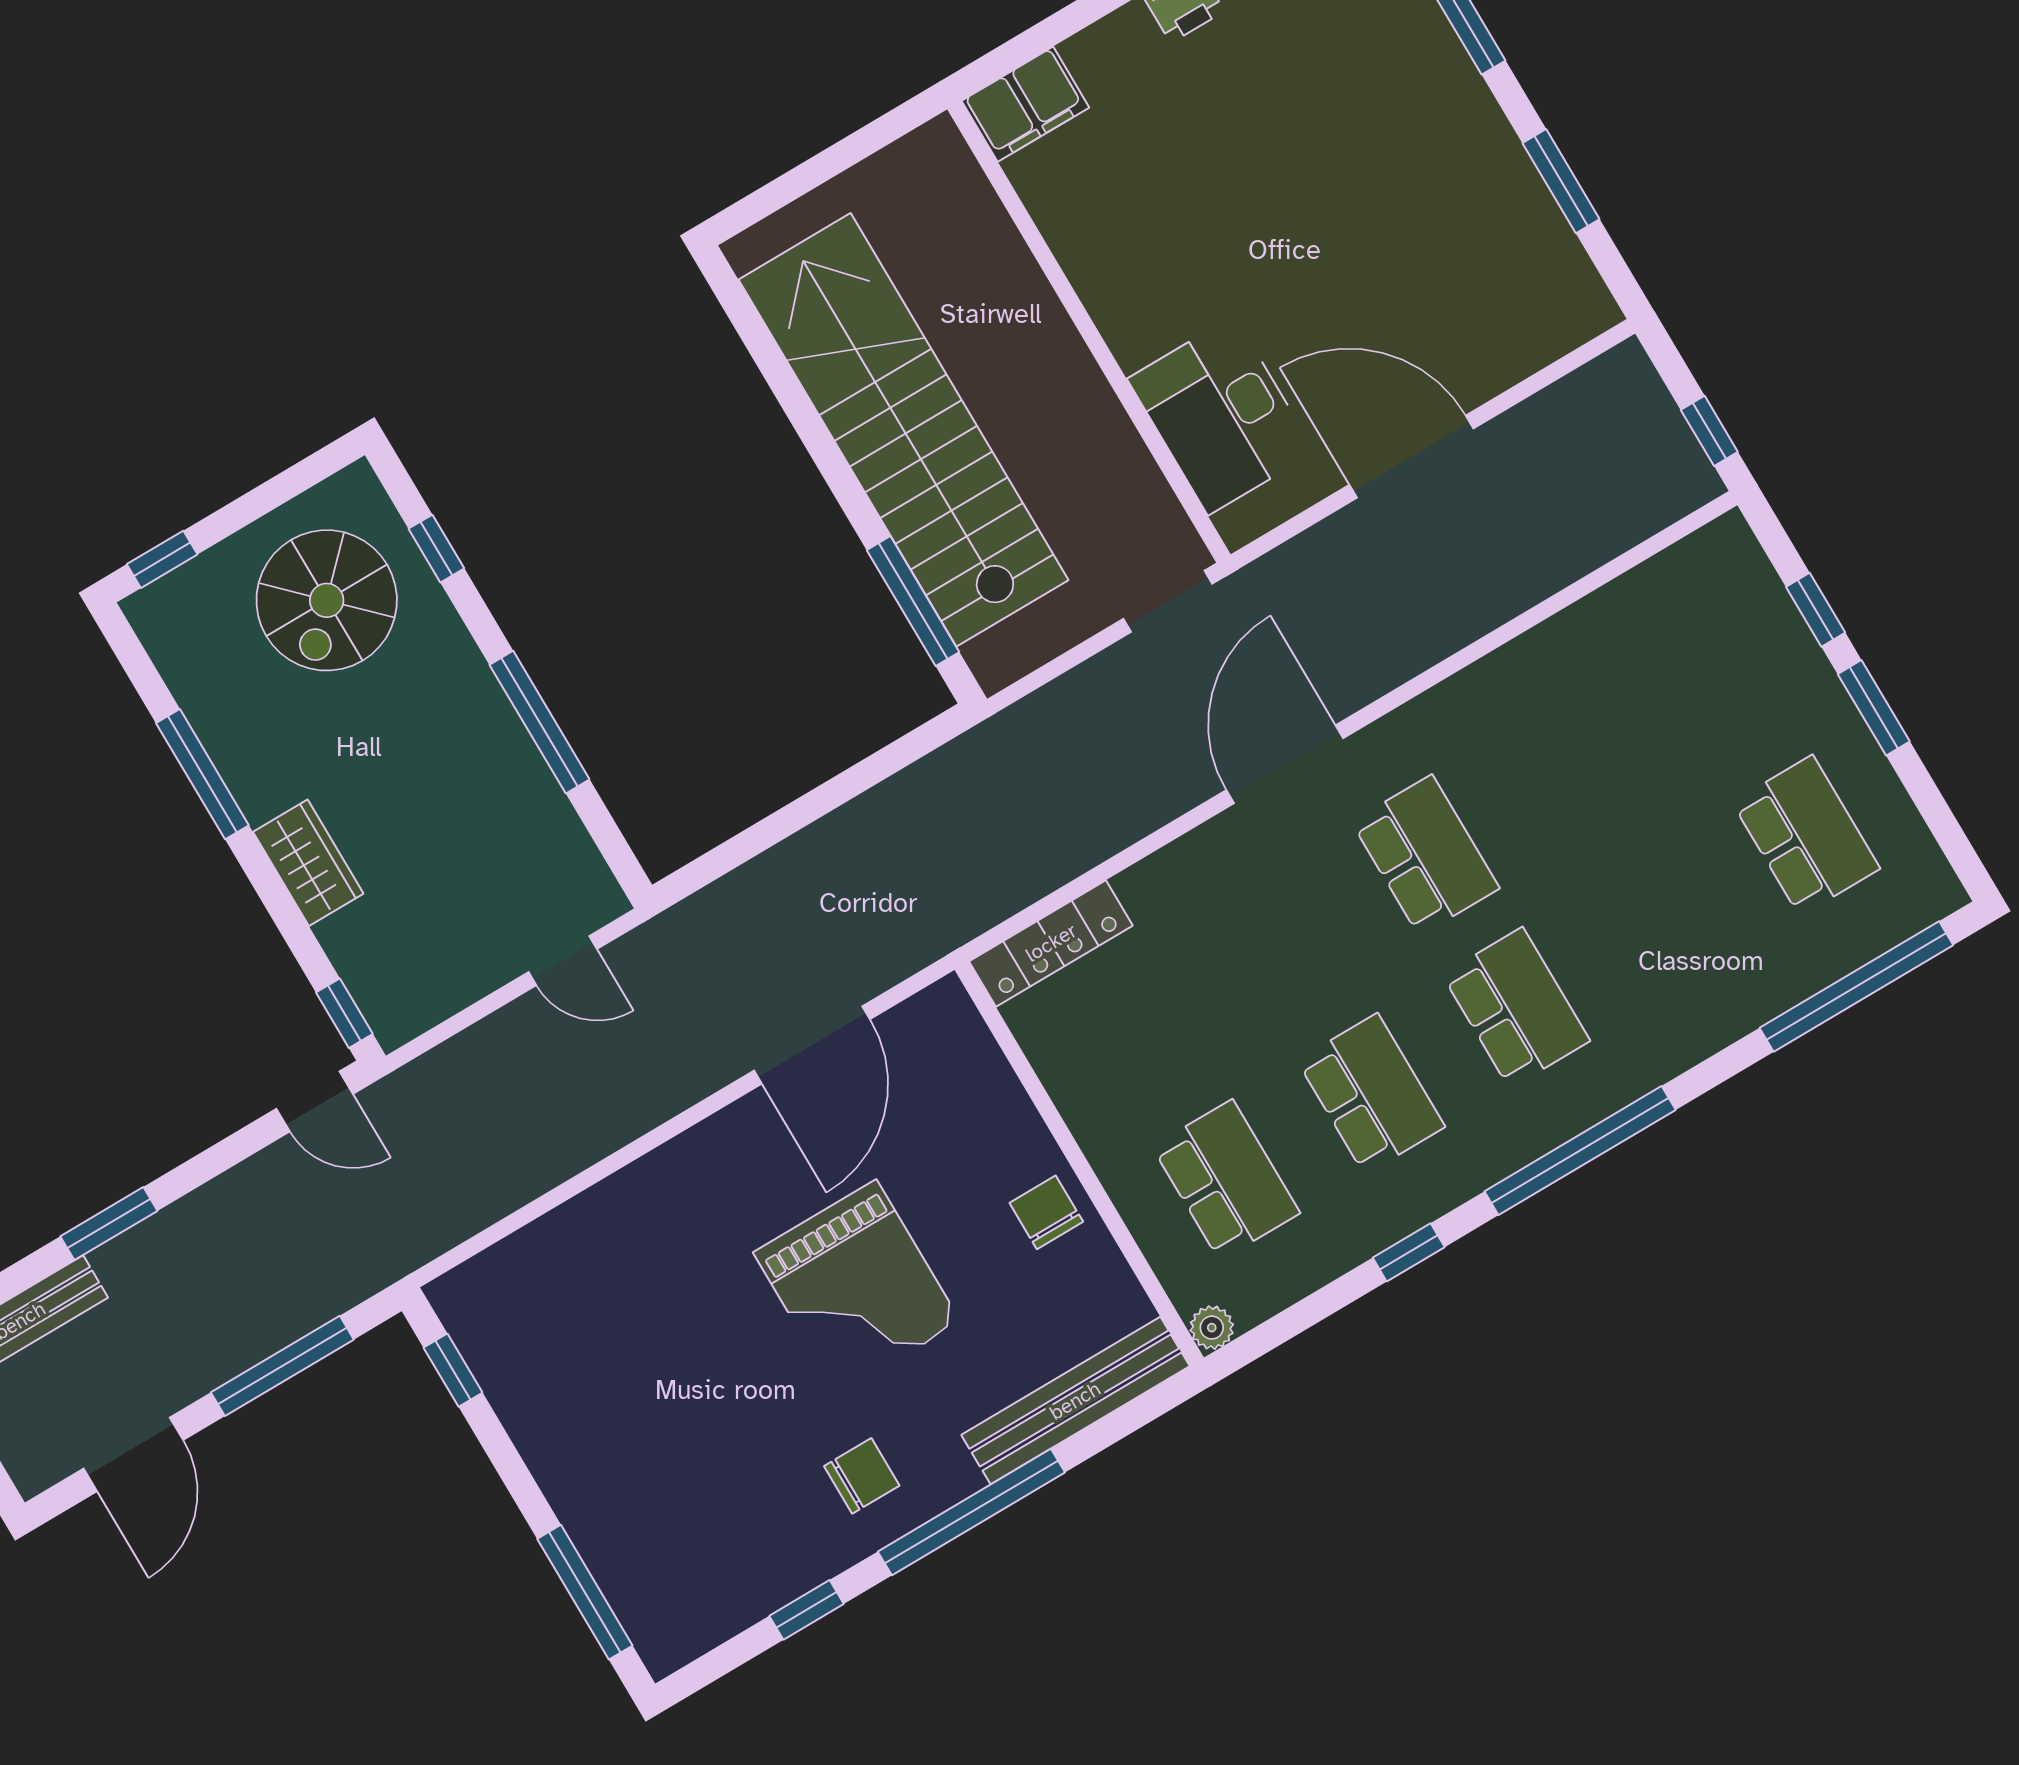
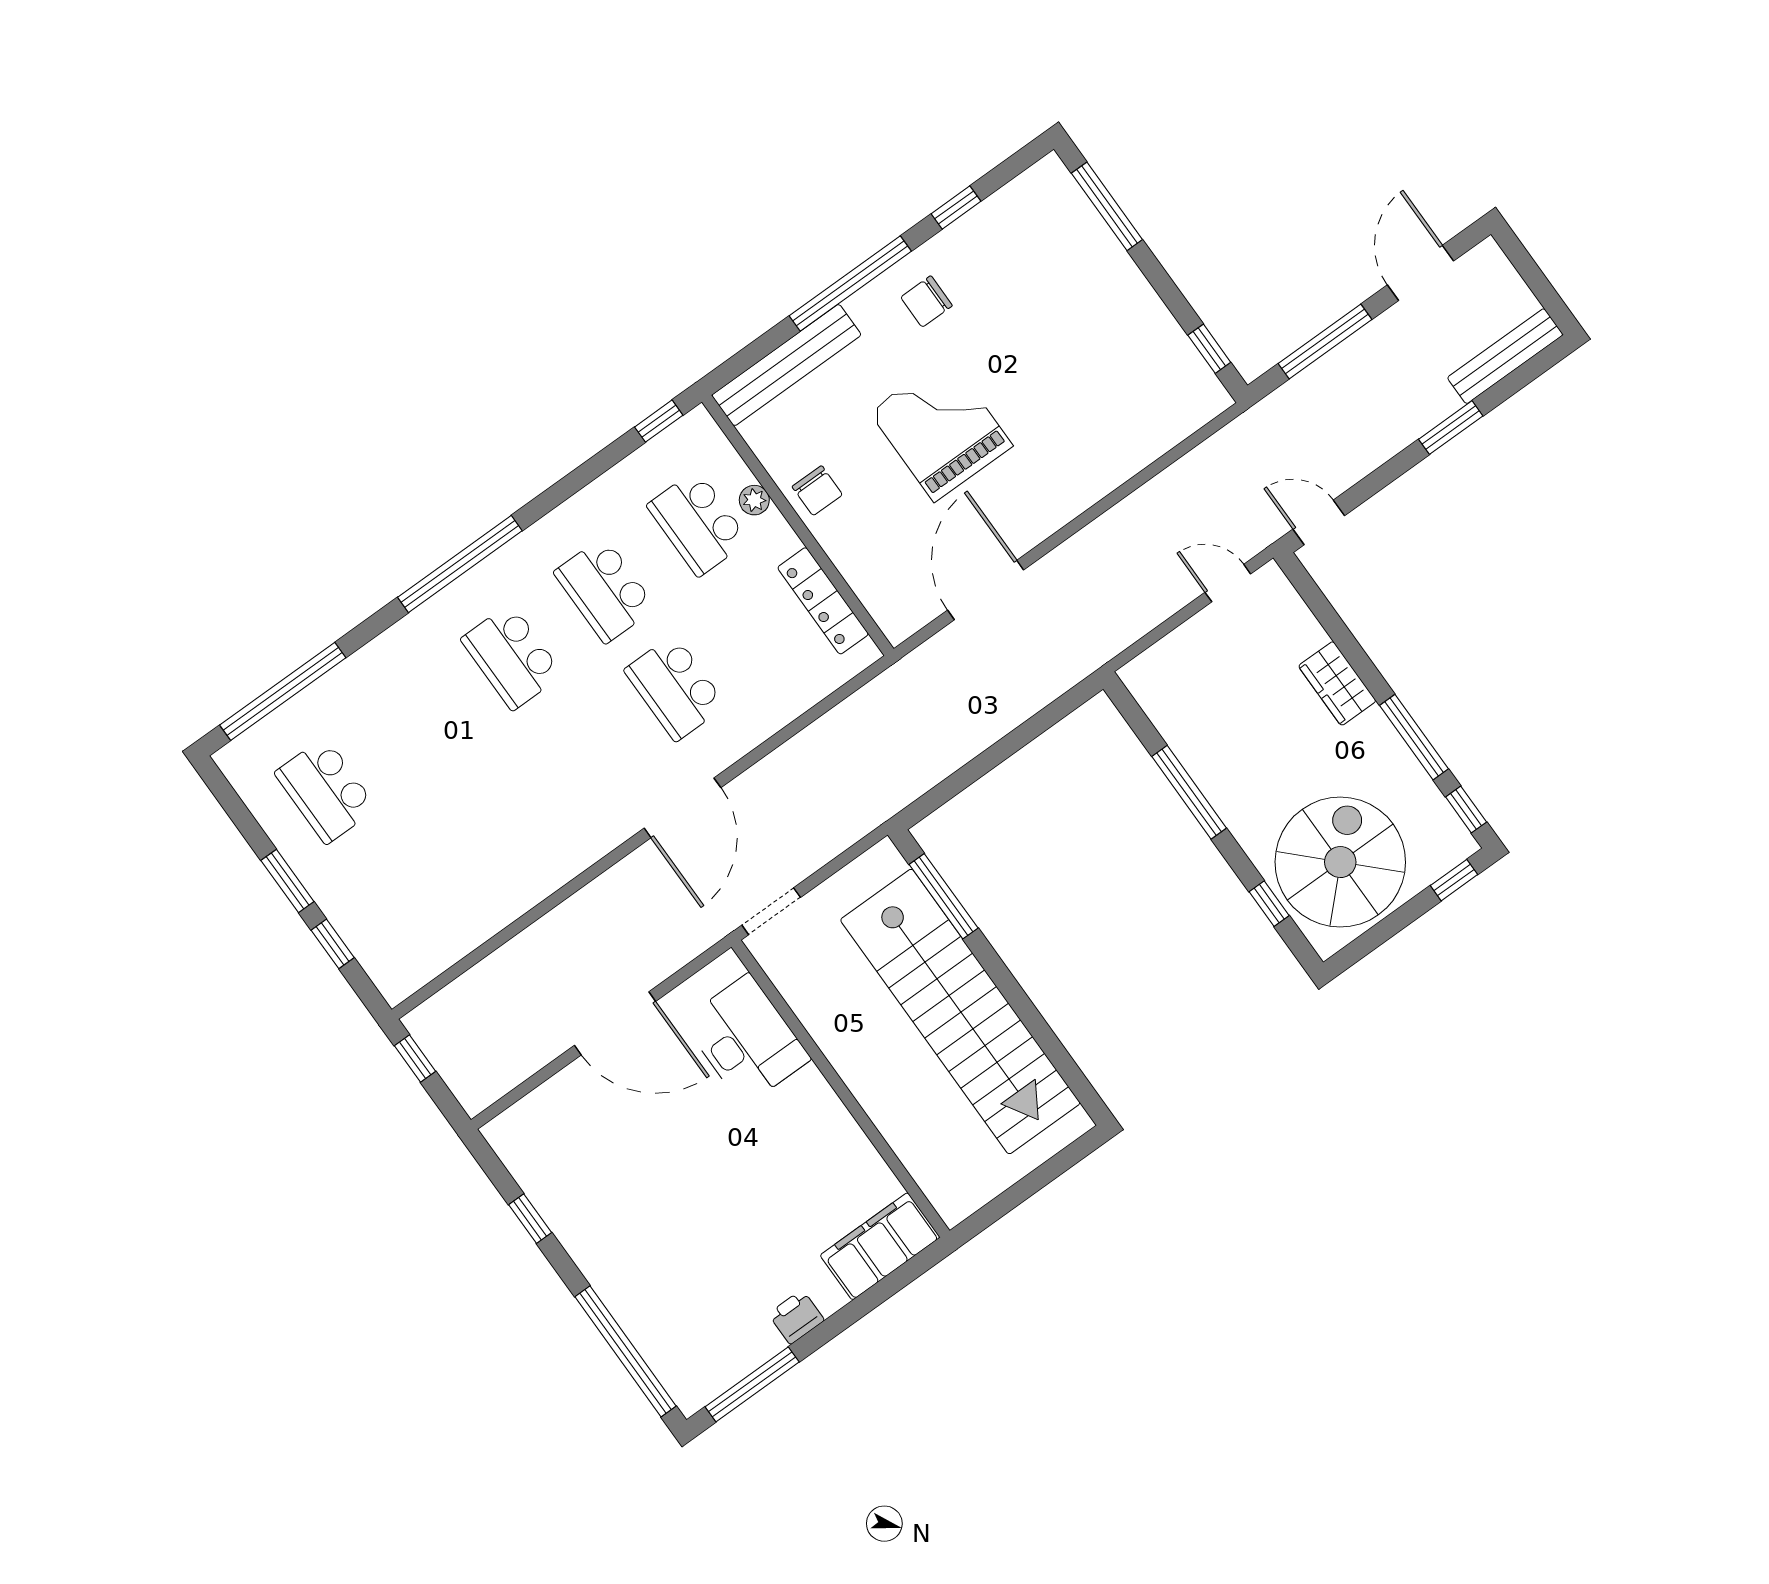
filing cabinet: (1025, 104) -> (880, 1246), width x1.50, depth x1.17
window: (1561, 181) -> (530, 1219), width x0.67
spiral stairs: (327, 600) -> (1340, 862), width x1.37, depth x1.37
school desk: (1425, 855) -> (675, 688), moved
locker: (1051, 943) -> (823, 601), moved, turned -90
door: (563, 961) -> (1228, 583), moved
window: (344, 1013) -> (1466, 809), moved
window: (1409, 1252) -> (659, 421), moved
plant: (1212, 1328) -> (754, 500), moved

